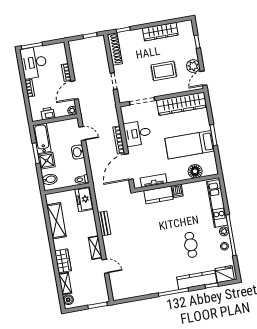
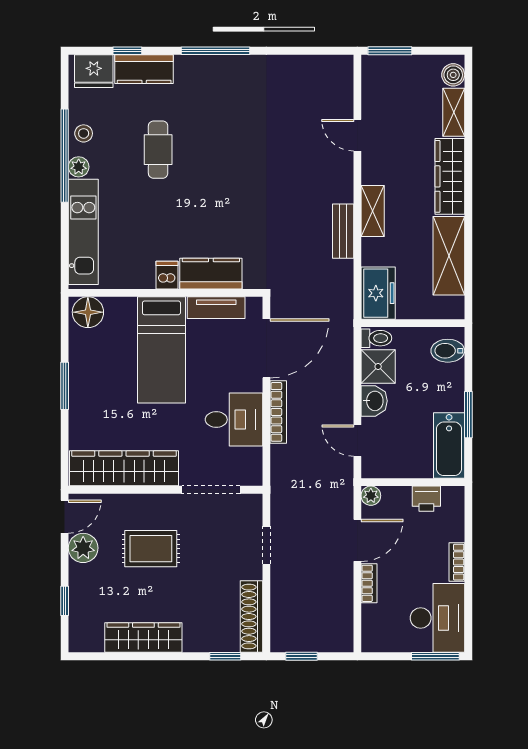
bed: (190, 145) -> (161, 350), moved, turned 90
shower: (47, 161) -> (378, 367), moved
floor lamp: (195, 171) -> (88, 312), moved
shelving: (95, 248) -> (373, 211), moved
wardrobe: (63, 261) -> (450, 176), width x1.50
kitchen counter: (197, 280) -> (144, 69), width x0.67

